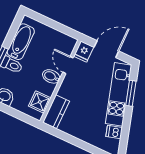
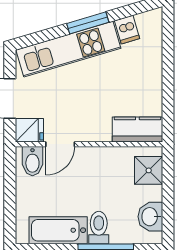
bidet: (51, 76) -> (32, 161), moved
window: (131, 93) -> (88, 23), moved
shower: (40, 102) -> (149, 170), moved

